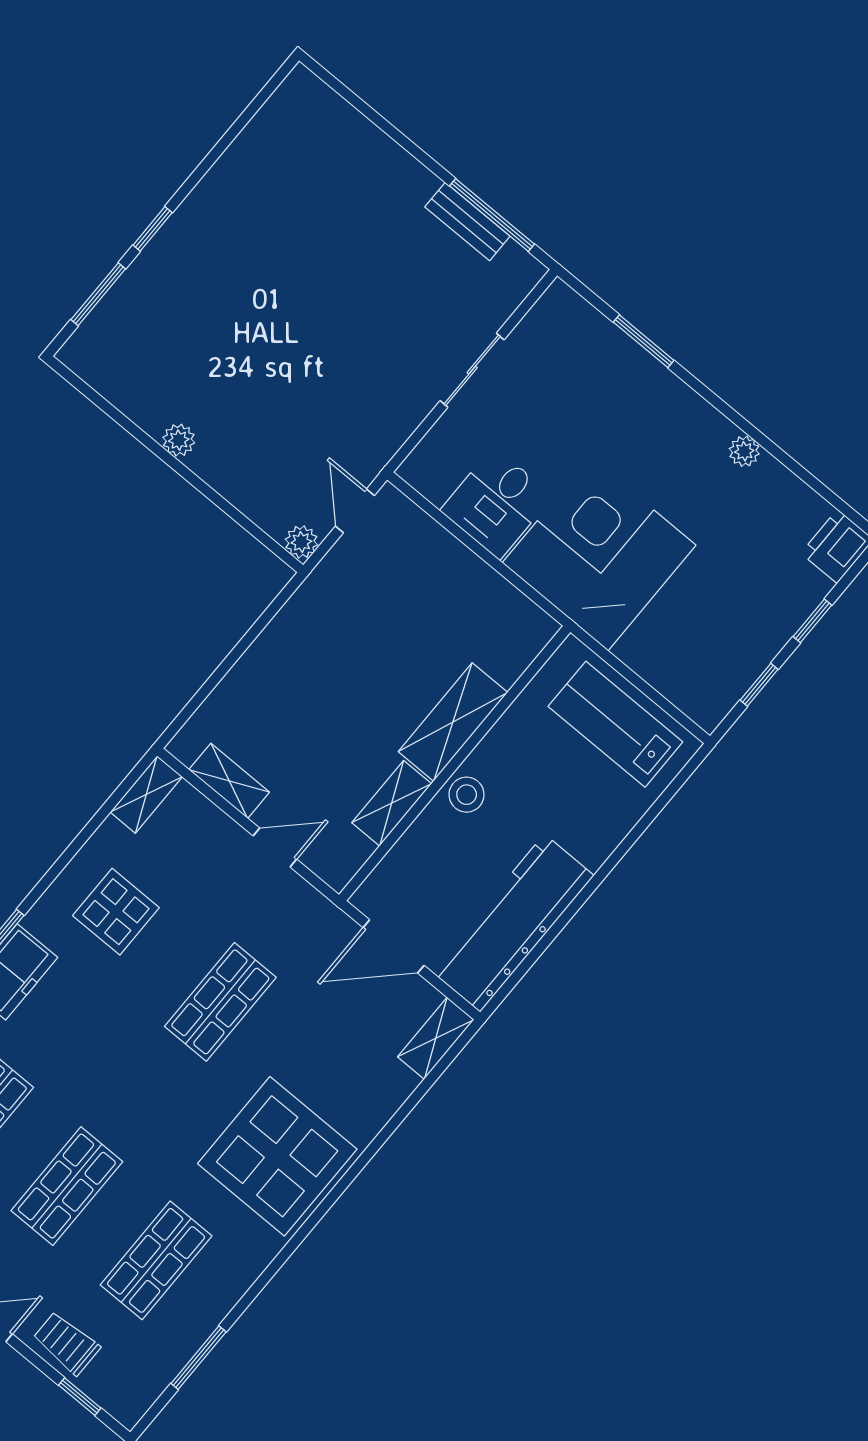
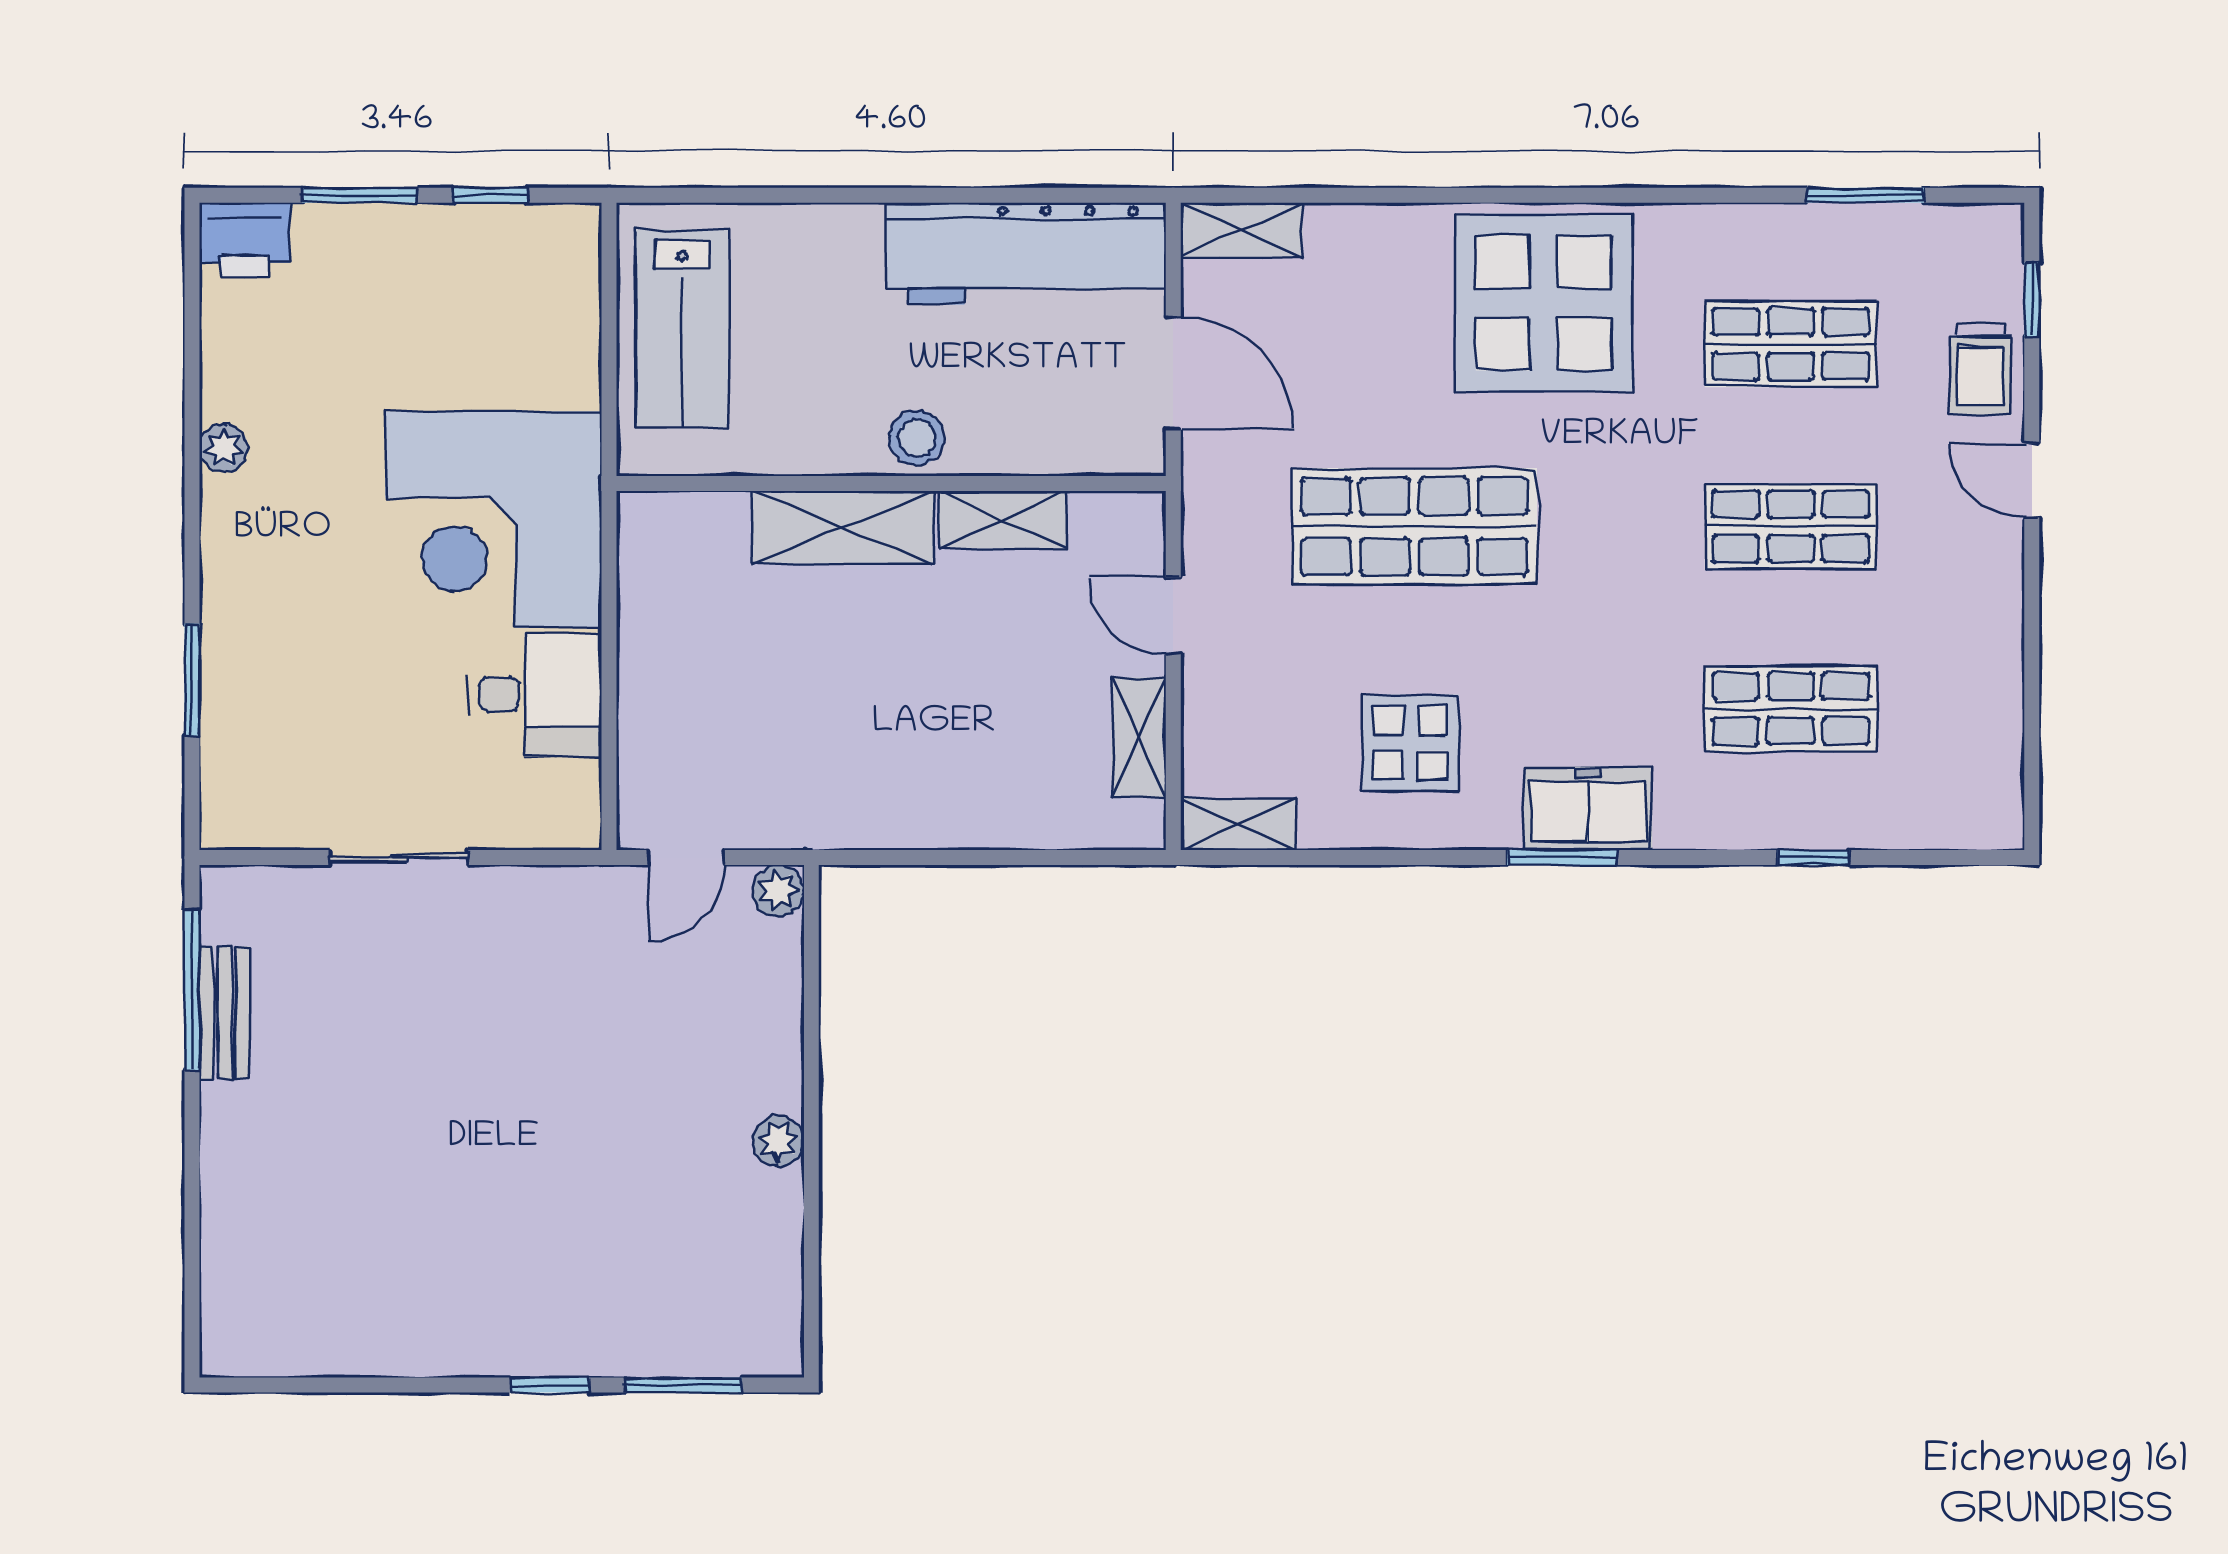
window: (812, 621) -> (360, 195), width x1.50
shop shelf: (220, 1002) -> (1414, 526), width x1.43, depth x1.36

